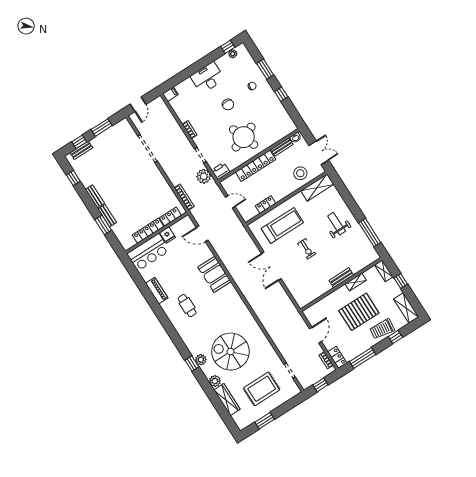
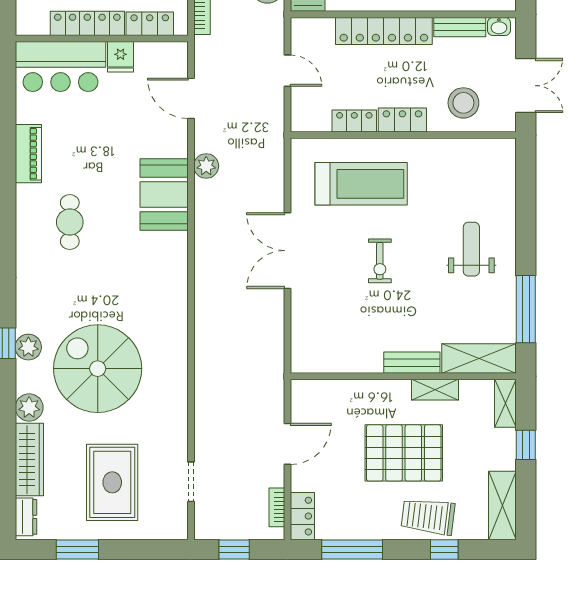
shelving: (317, 187) -> (479, 358), moved
locker: (282, 193) -> (402, 120), added
plant: (223, 254) -> (206, 166), added
rug: (262, 389) -> (112, 482), turned 90
dresser: (239, 421) -> (26, 517), added

